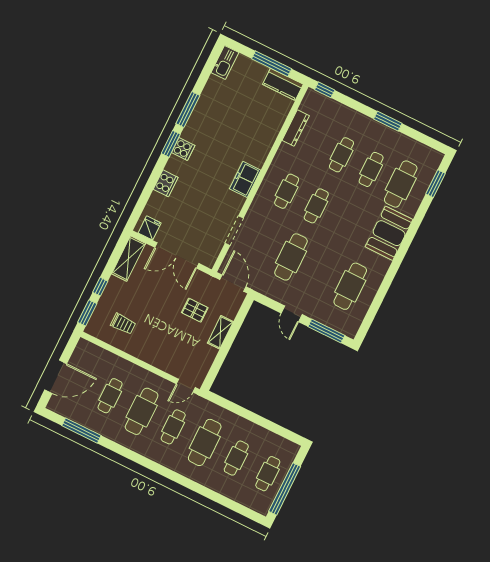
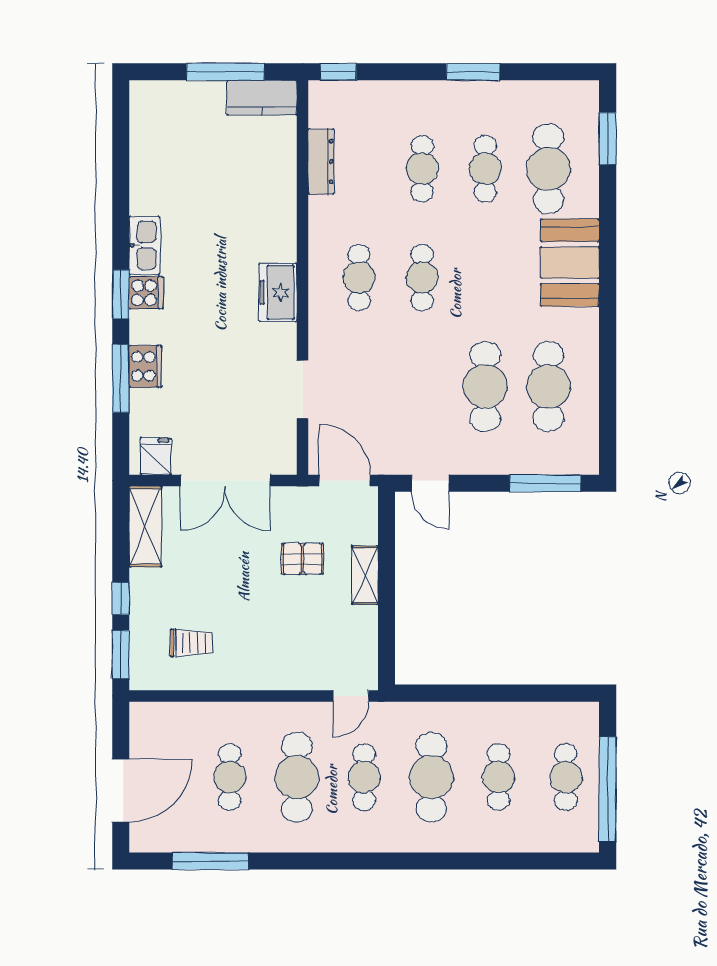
kitchen sink: (225, 62) -> (144, 245), moved
window: (188, 110) -> (121, 378), moved
cafe table: (291, 257) -> (485, 386), moved
door: (292, 314) -> (430, 483), moved

